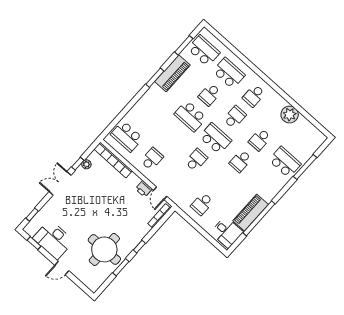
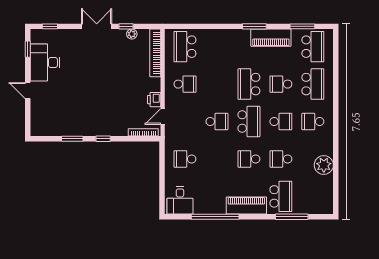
piano: (251, 212) -> (246, 205), moved
round table: (104, 249) -> (75, 112), removed

